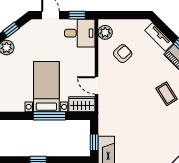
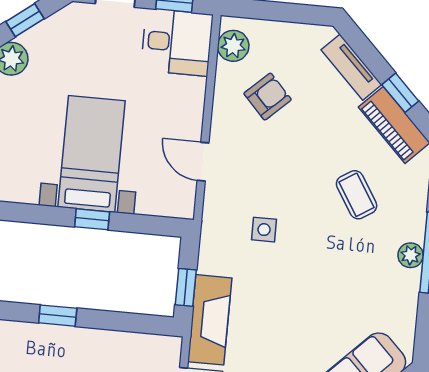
wardrobe: (82, 104) -> (166, 200), removed
side table: (127, 113) -> (264, 230), added
window: (49, 116) -> (92, 219), width x0.46

